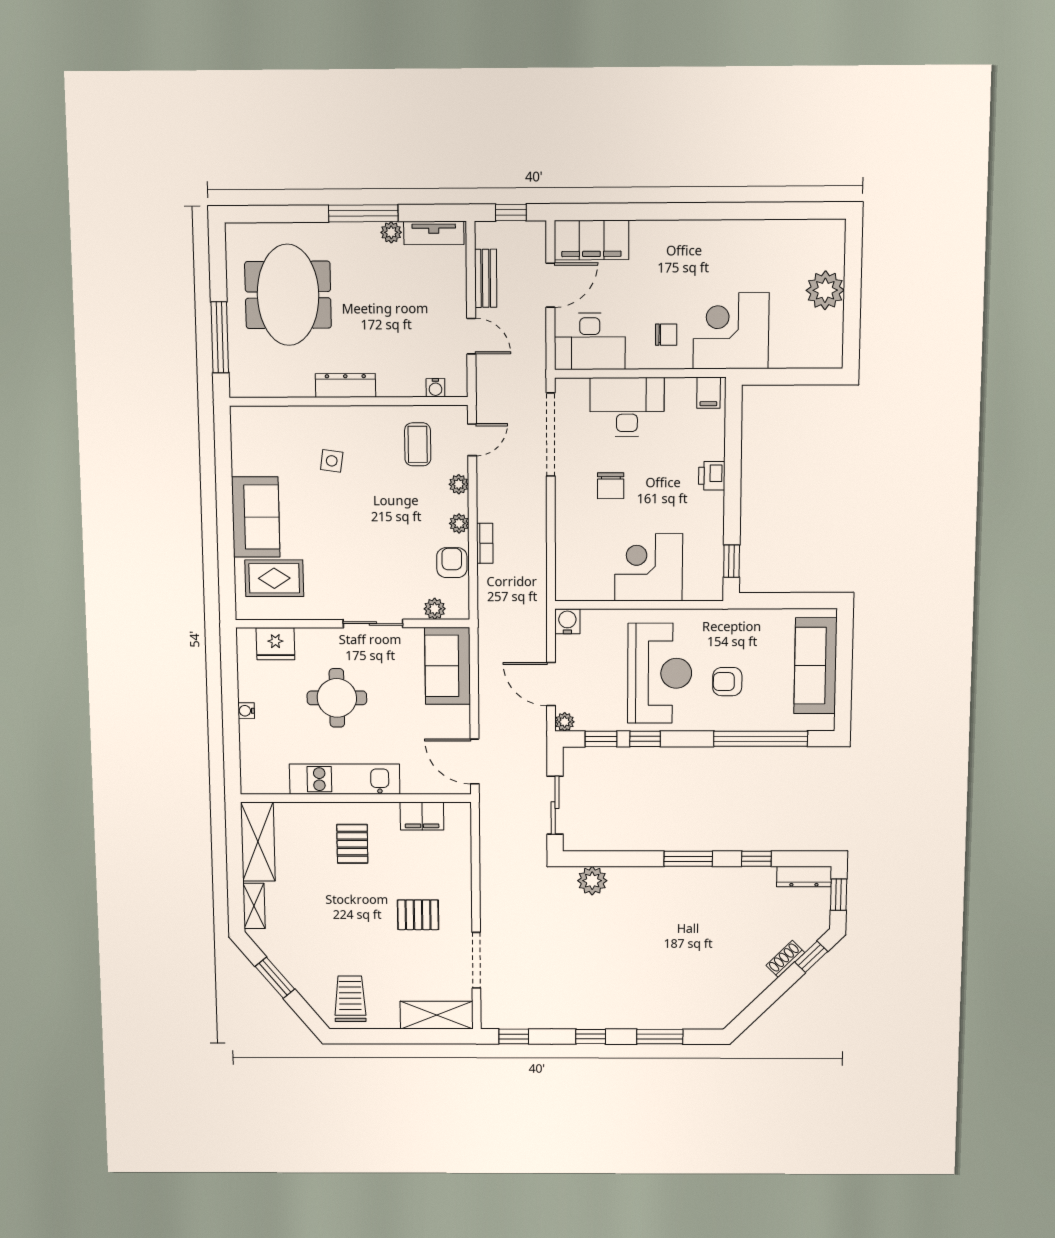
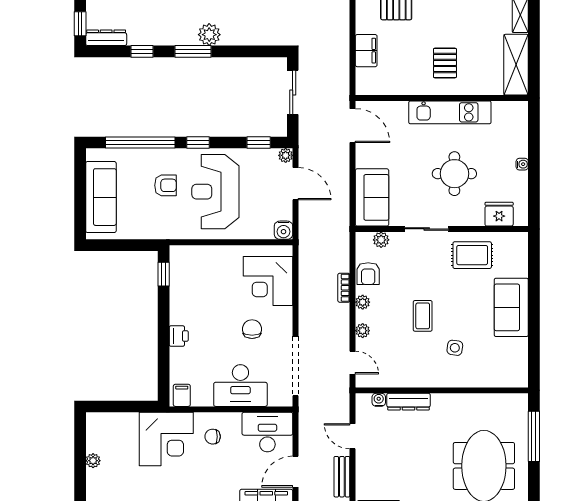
plant: (825, 290) -> (93, 461), width x0.53, depth x0.53
dresser: (345, 386) -> (408, 402), moved
door: (472, 440) -> (353, 363), swing flipped
coffee table: (418, 444) -> (423, 316), moved
corner desk: (649, 567) -> (268, 281), moved, turned 90
rug: (274, 578) -> (472, 255), moved
window: (645, 739) -> (198, 143), moved
filing cabinet: (422, 816) -> (366, 51), moved, turned 90
plant: (592, 881) -> (209, 35), moved

